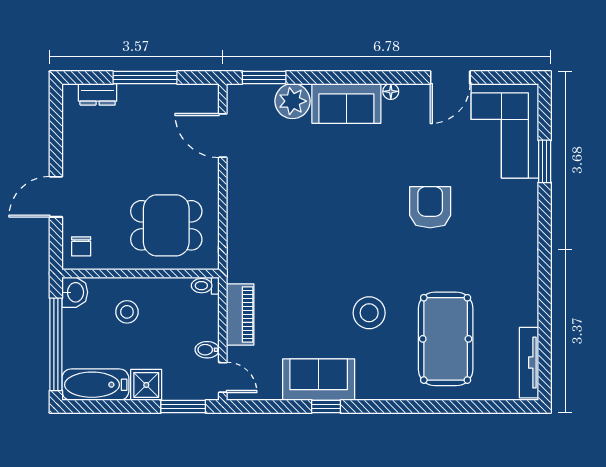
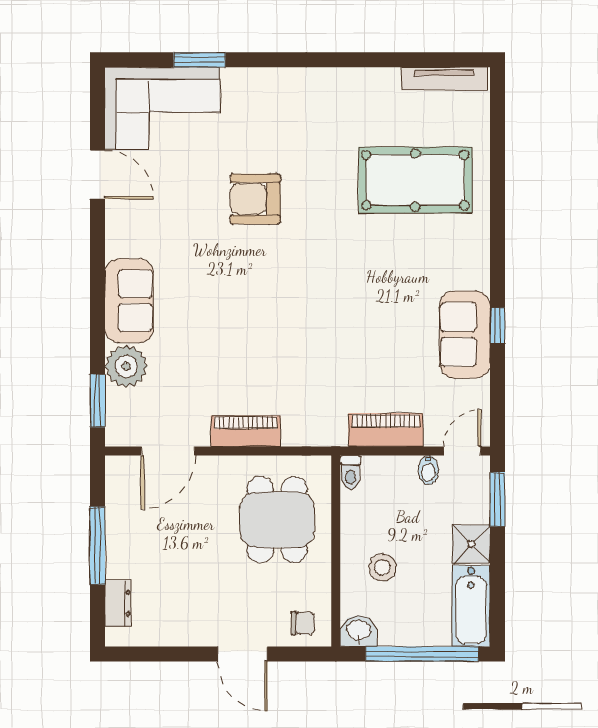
floor lamp: (391, 91) -> (114, 247), removed
piano: (239, 199) -> (246, 431), added
stool: (369, 313) -> (384, 273), removed

